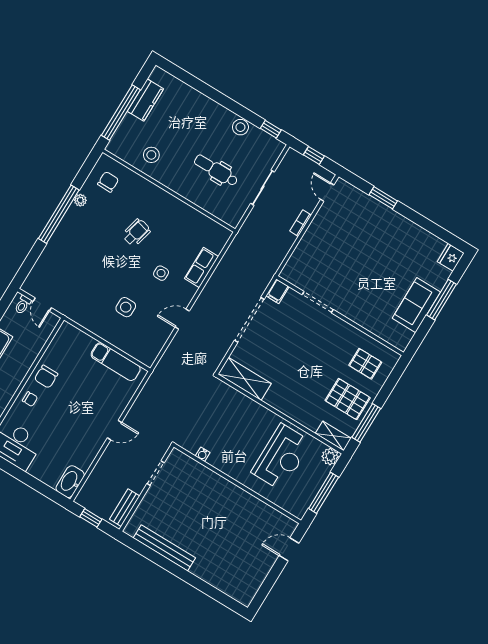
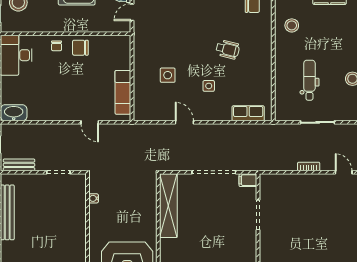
door: (327, 192) -> (344, 172), hinge flipped
row of seats: (202, 267) -> (248, 113), moved
shelving: (245, 379) -> (168, 206), width x1.47
door: (114, 430) -> (90, 122), moved

